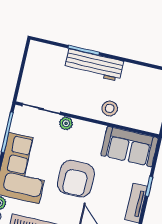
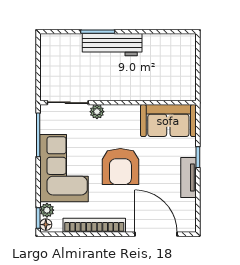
stool: (110, 108) -> (139, 86), removed

